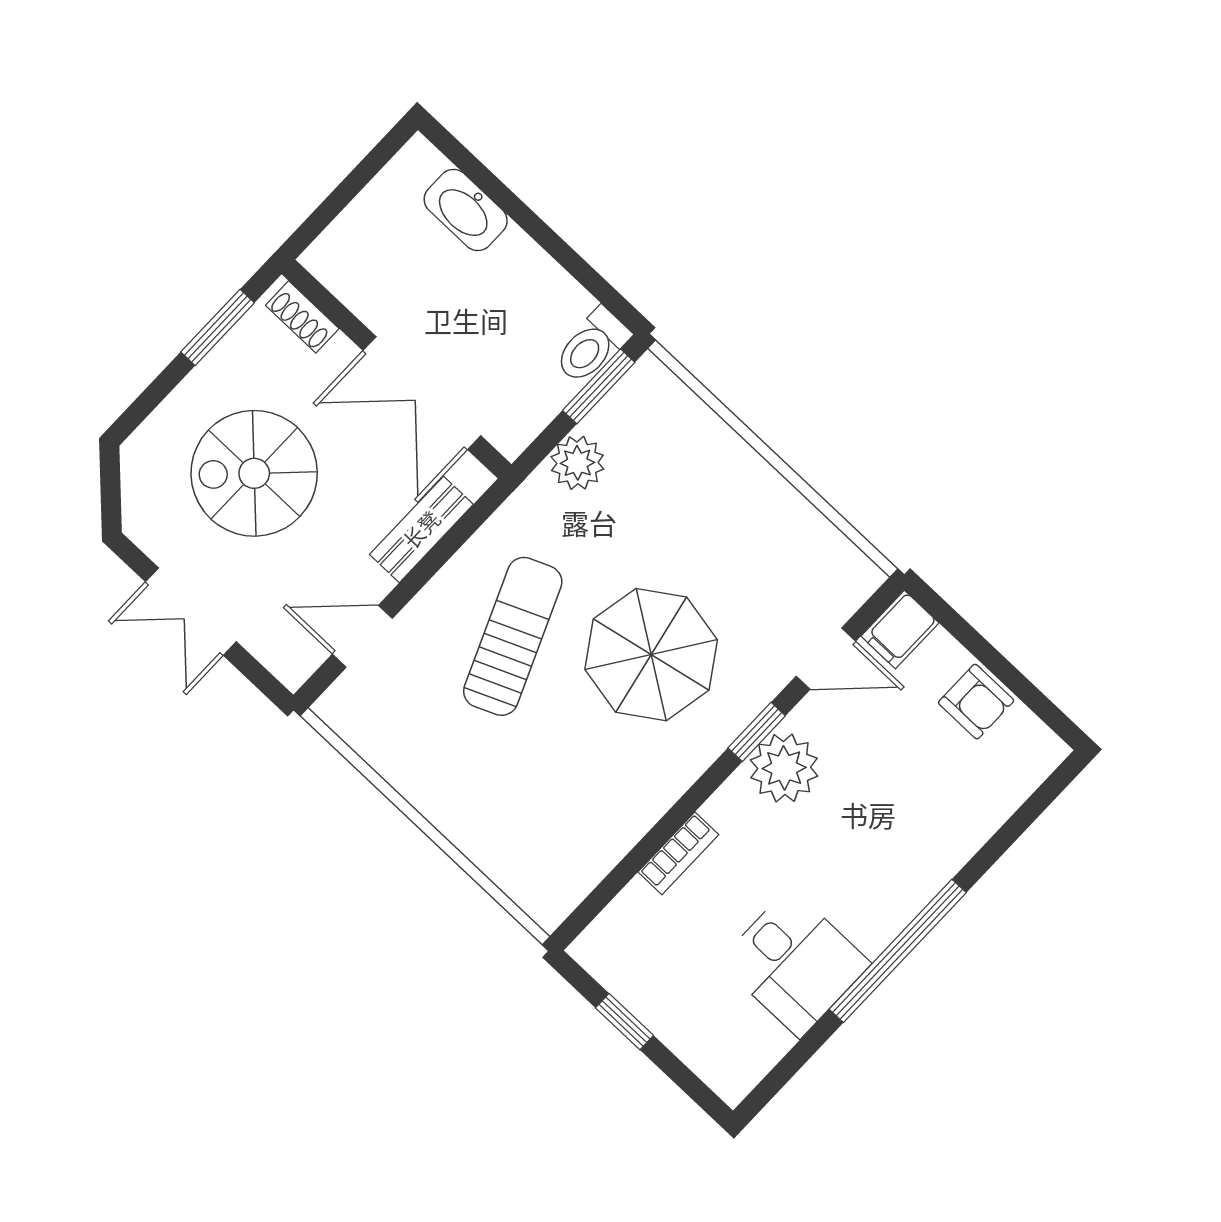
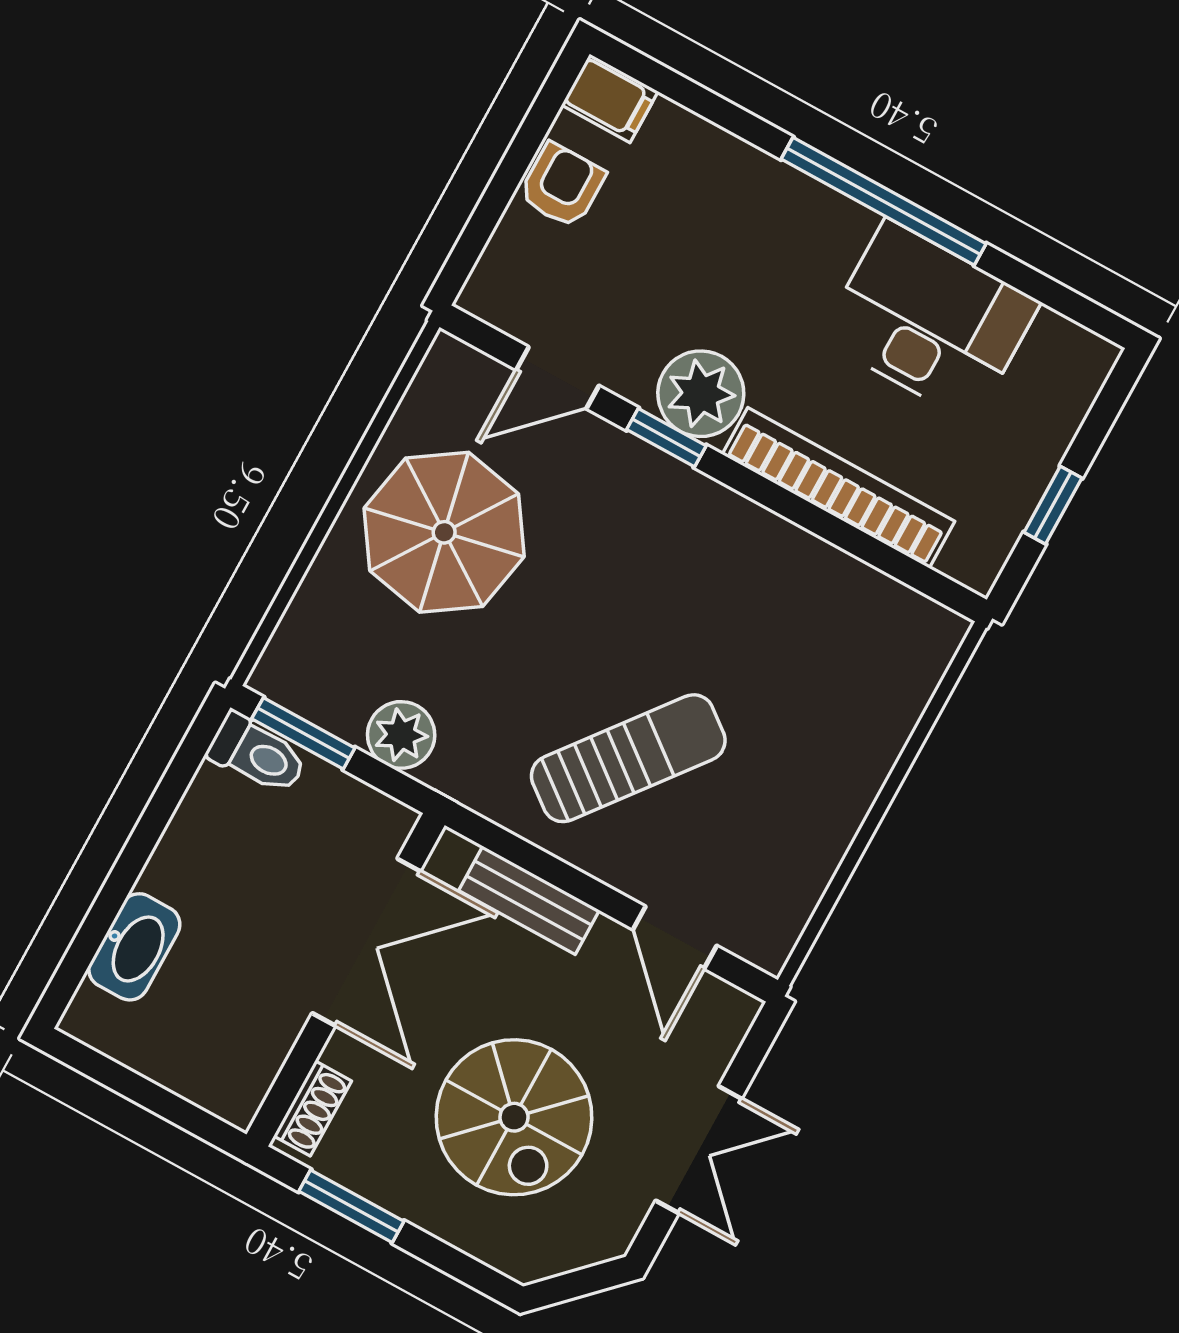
filing cabinet: (900, 629) -> (610, 98), moved
sun lounger: (513, 636) -> (628, 758), turned 151
parasol: (651, 655) -> (444, 532), moved
door: (826, 659) -> (557, 378), swing flipped
bookcase: (678, 853) -> (839, 488), width x2.31, depth x1.31
desk: (795, 963) -> (930, 321), width x1.37

